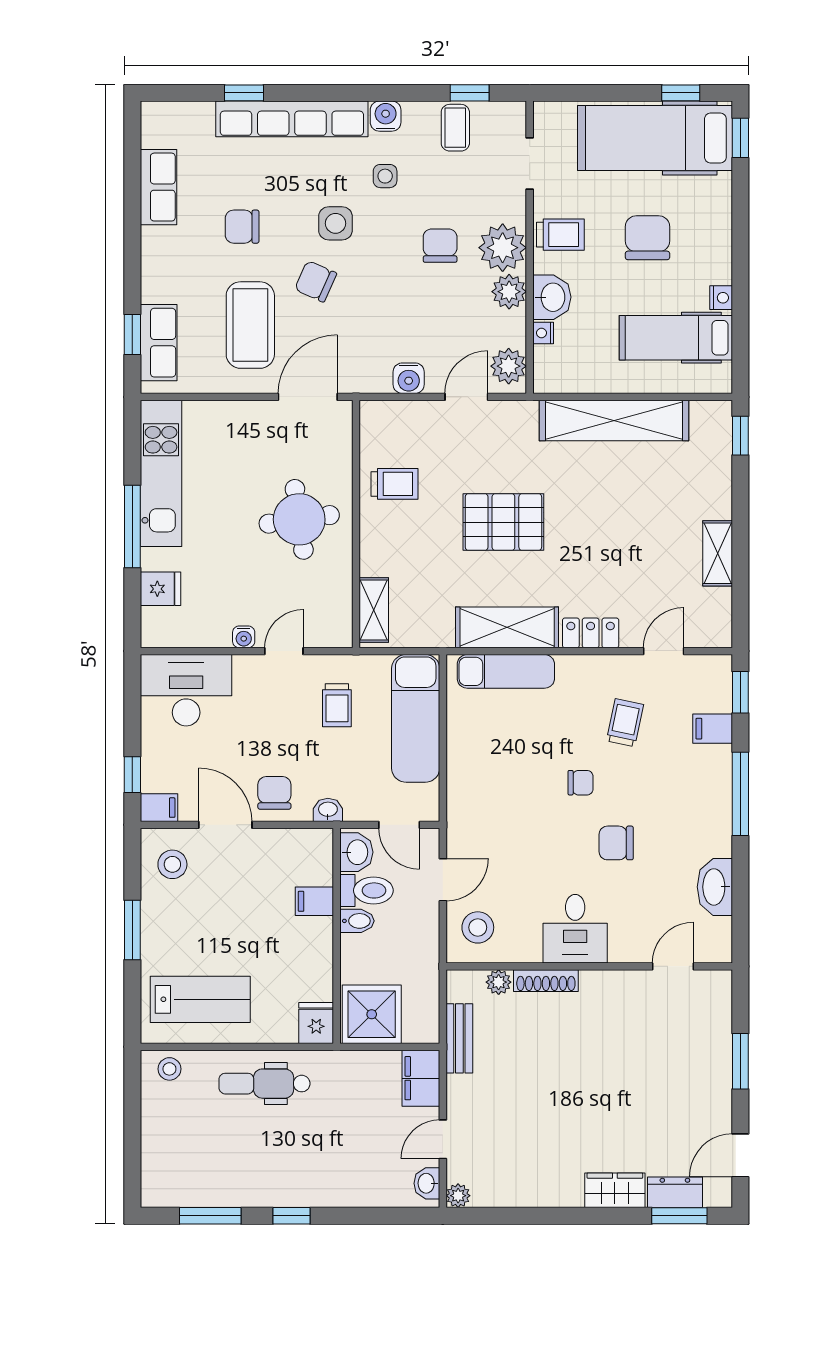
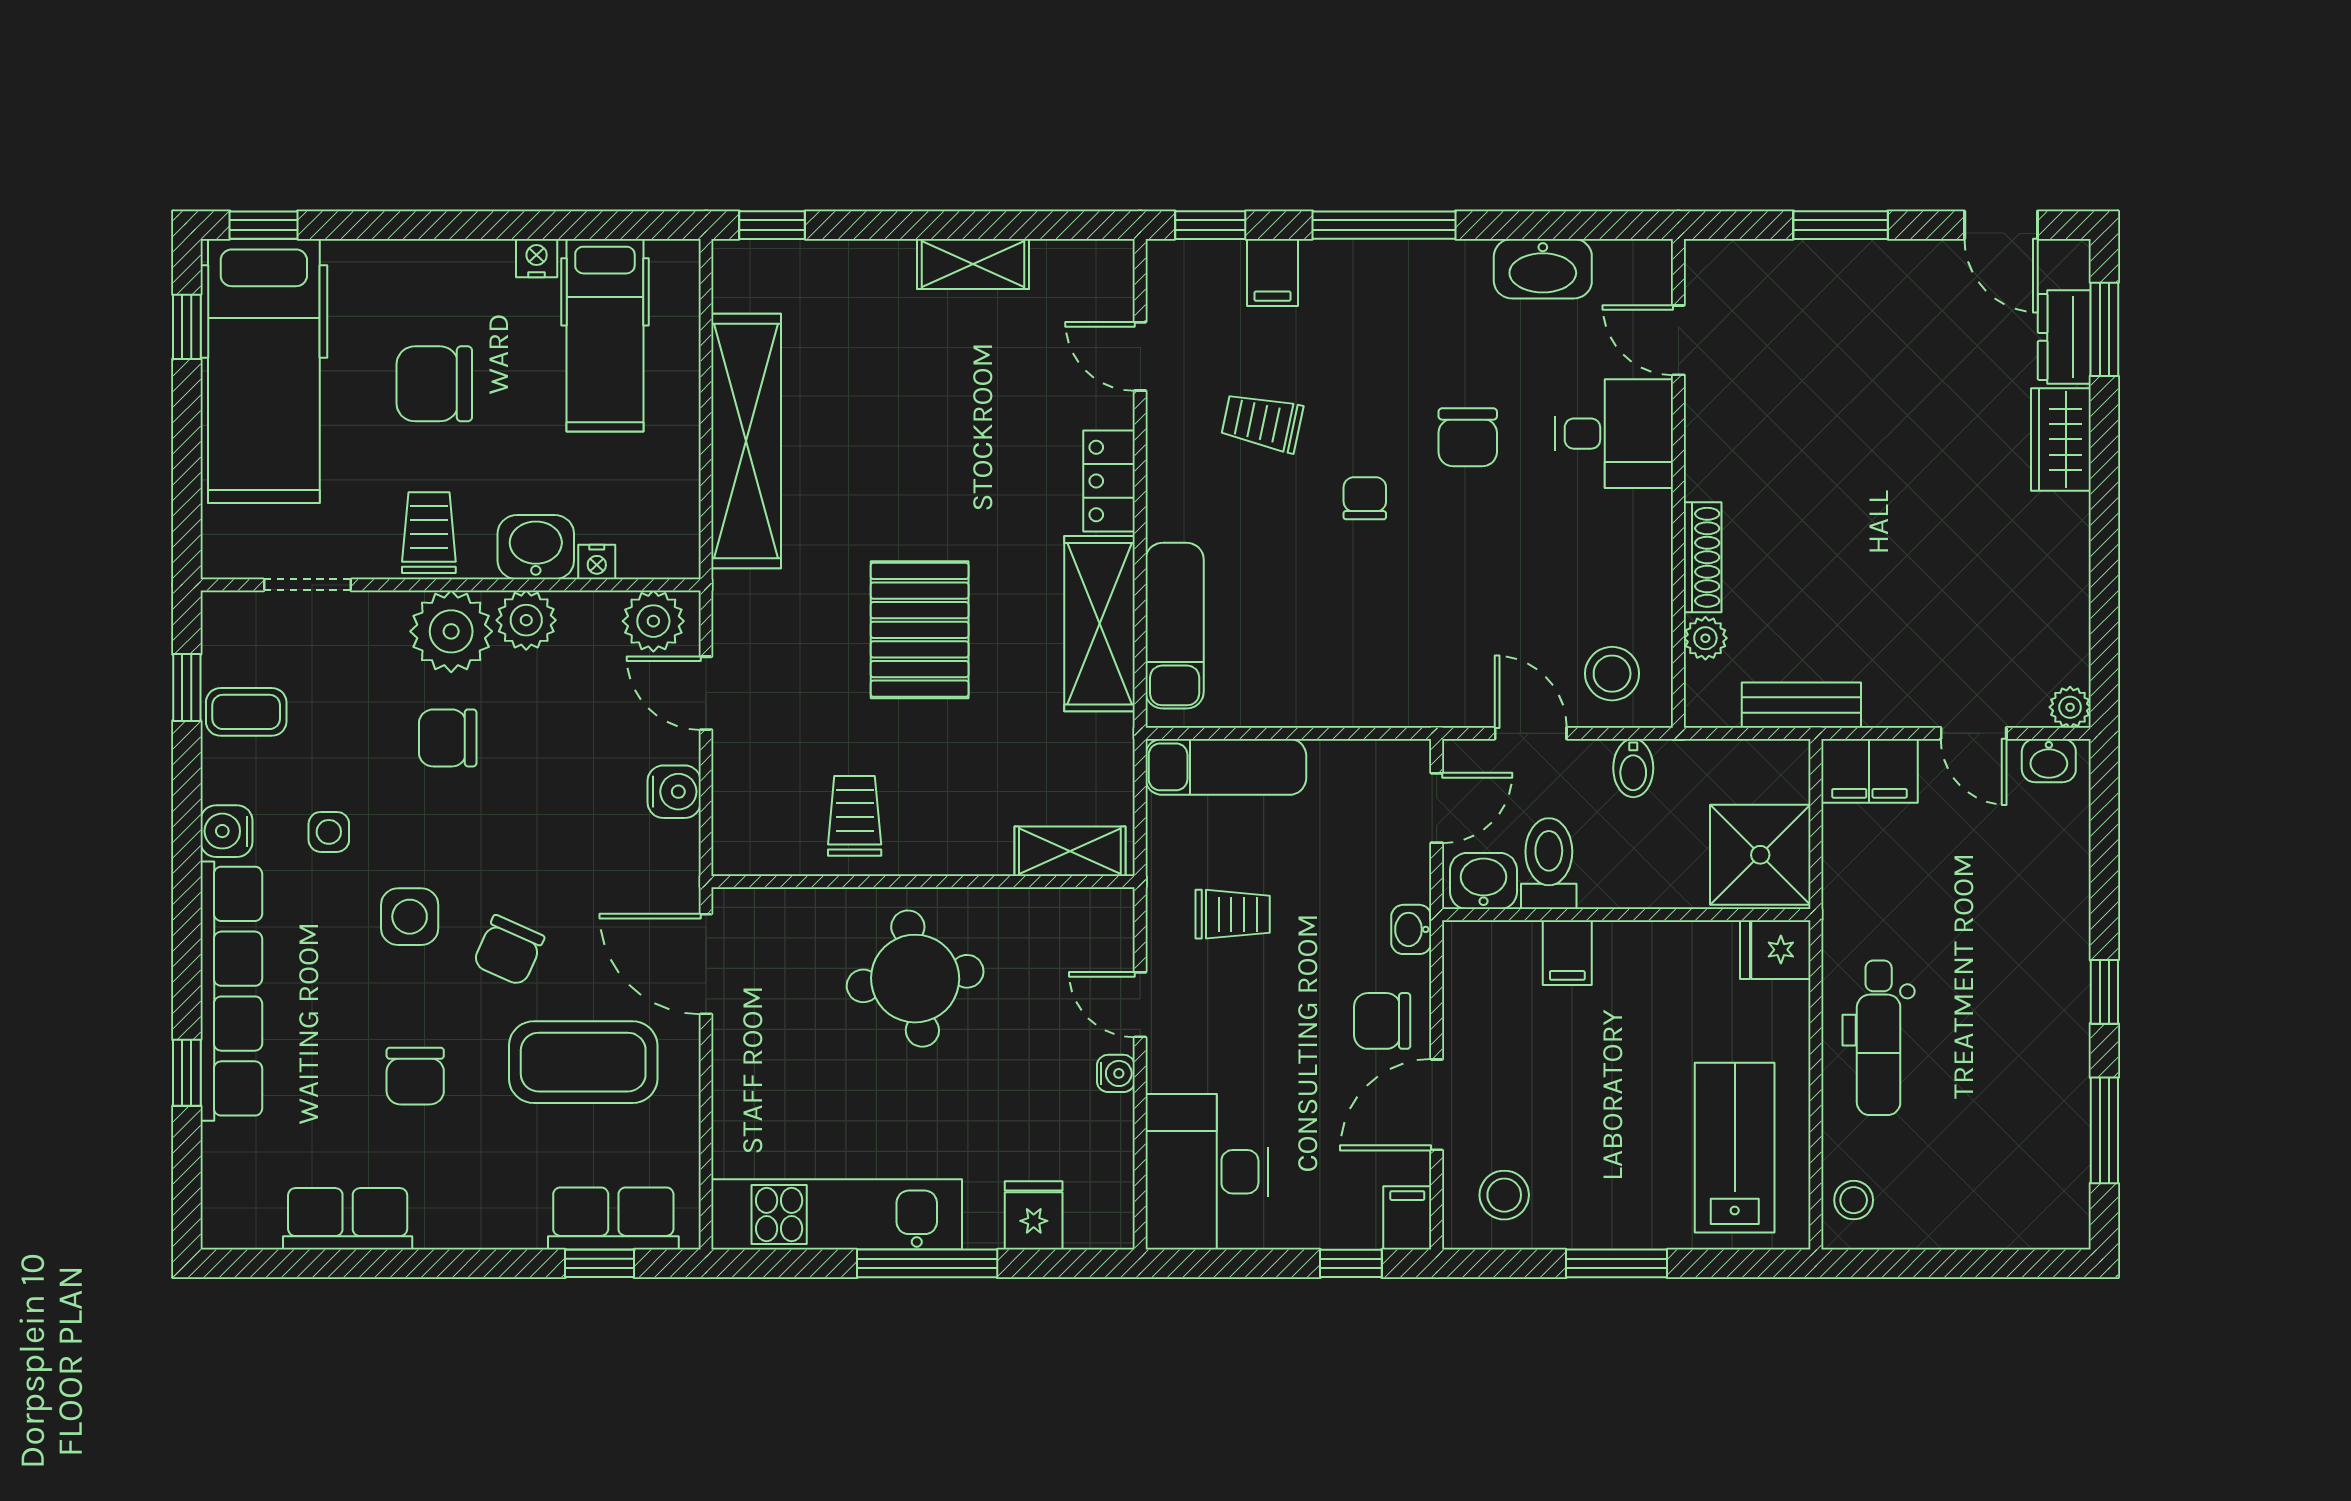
exam couch: (416, 718) -> (1226, 767), width x0.73, depth x0.69
bidet: (357, 921) -> (1633, 768), moved, turned 180
desk: (575, 929) -> (1614, 434), moved

